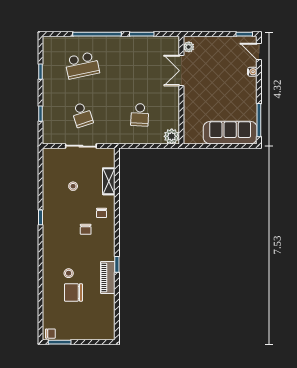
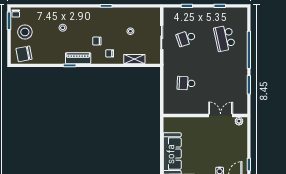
plant: (172, 136) -> (169, 108), removed
piano: (108, 277) -> (78, 58), moved
chair: (74, 292) -> (24, 54), moved, turned -101
stool: (74, 322) -> (25, 32), added

